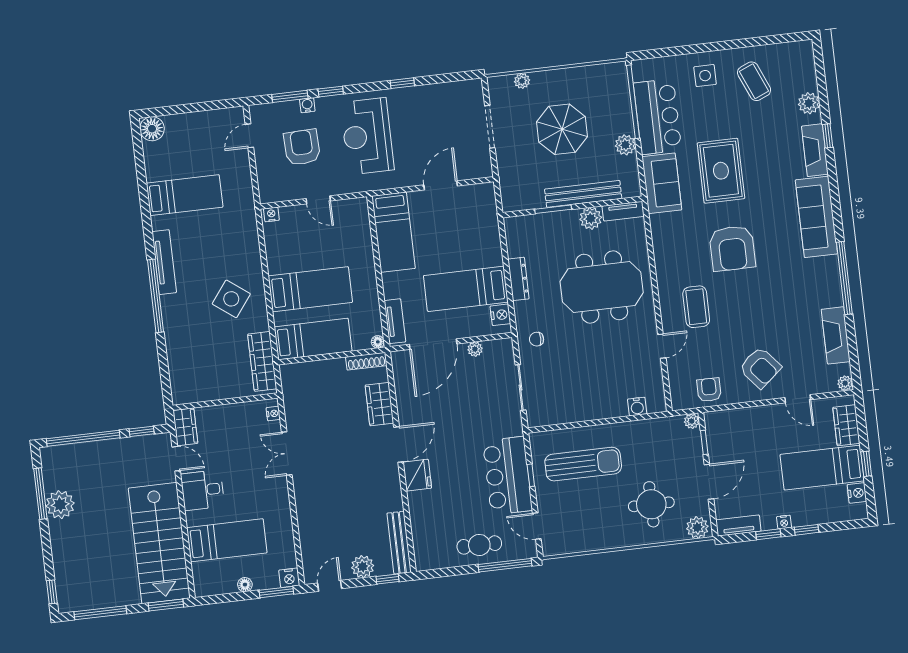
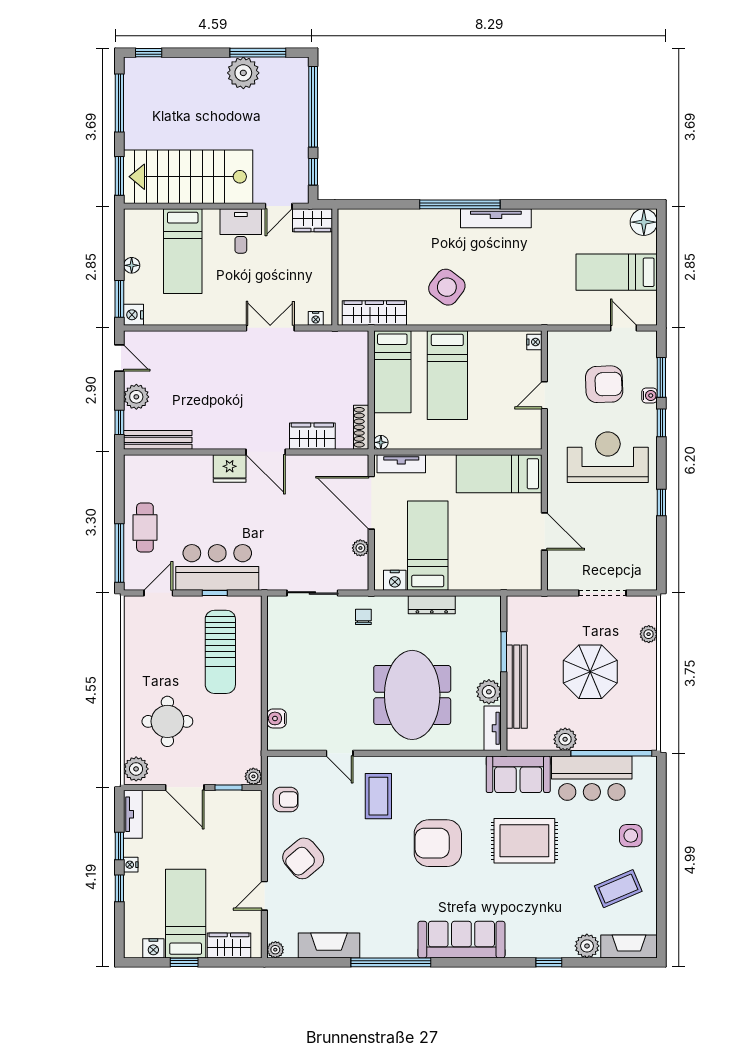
fireplace: (815, 150) -> (629, 946), moved
bed: (185, 195) -> (617, 272), moved, turned 90
coffee table: (696, 307) -> (378, 796), turned 90

